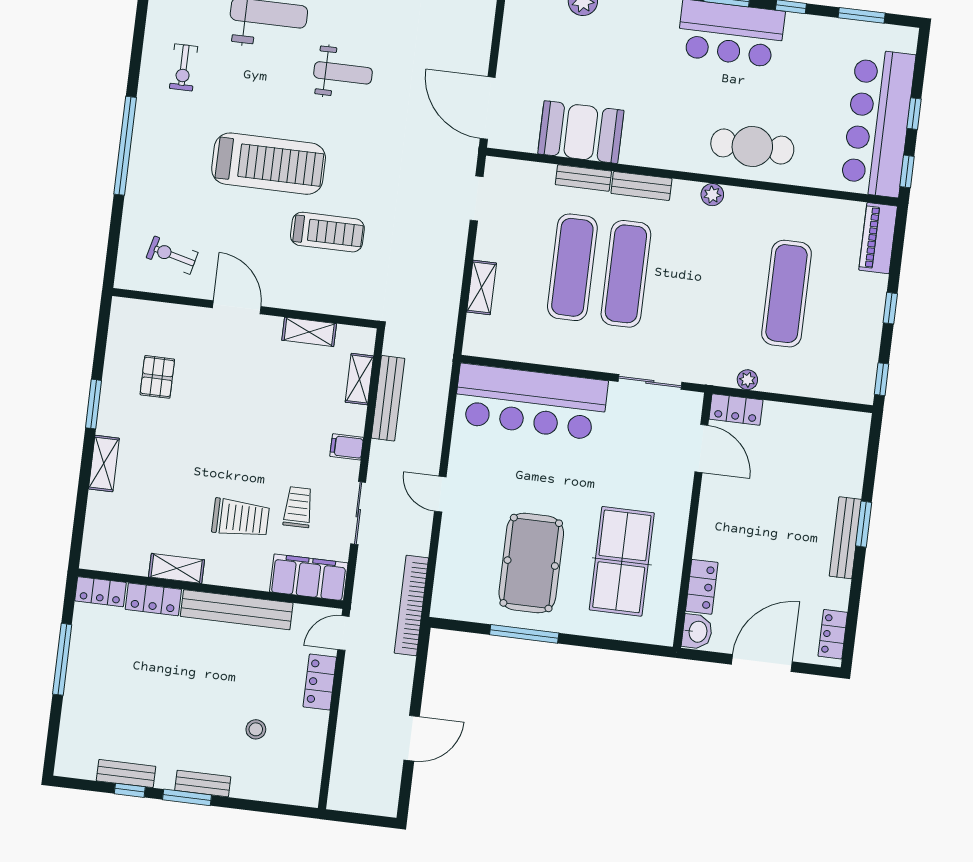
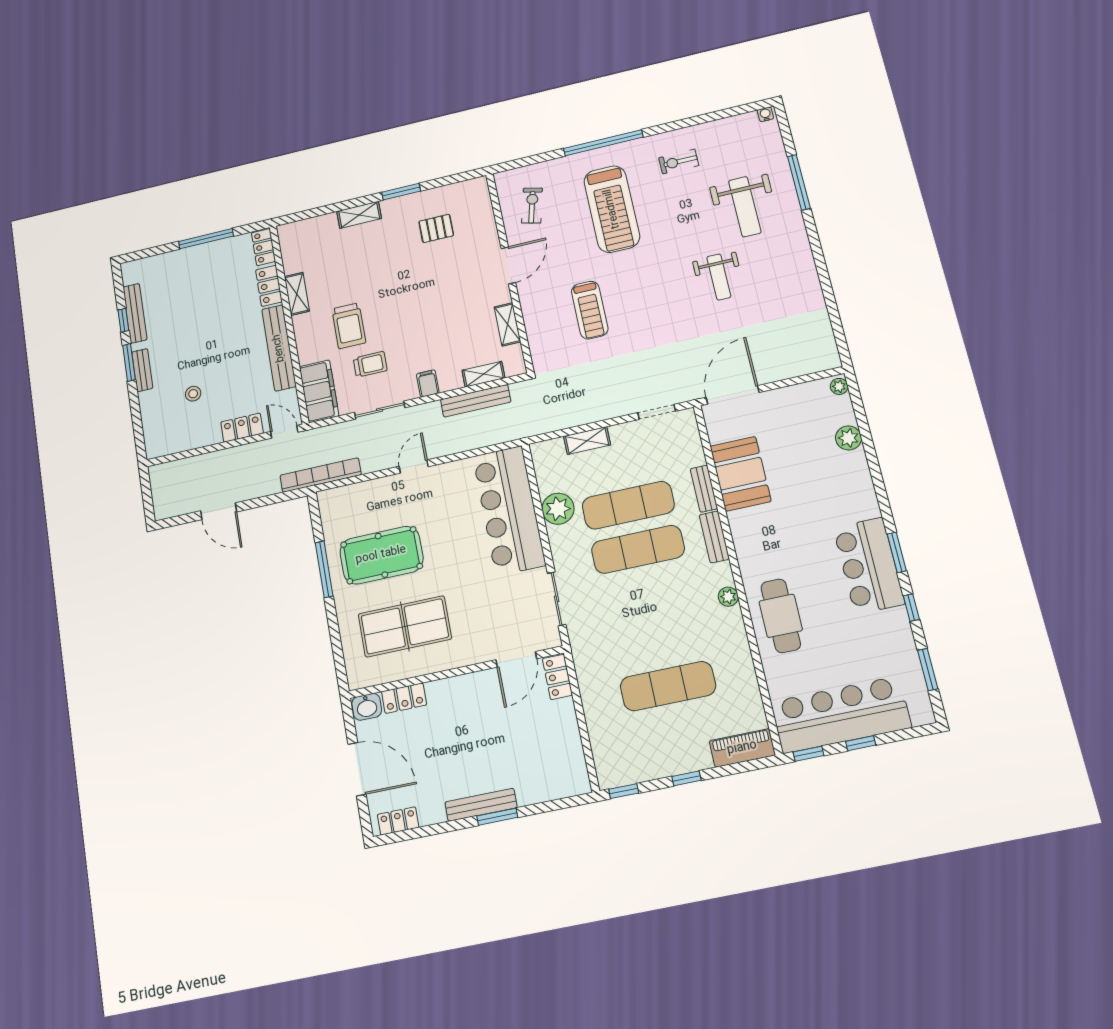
treadmill: (269, 164) -> (612, 209), moved
plant: (747, 380) -> (558, 509), moved, width x1.88, depth x1.88
bench: (126, 774) -> (135, 313), width x1.36

